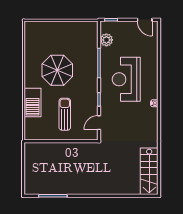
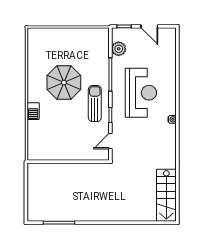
door: (145, 20) -> (149, 26), moved
reception desk: (126, 79) -> (141, 93), turned 180
barbecue: (32, 103) -> (33, 111), width x0.53, depth x0.65
sun lounger: (65, 114) -> (95, 104), moved

